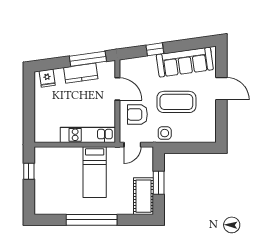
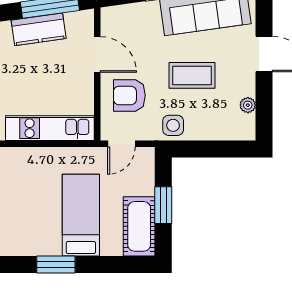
coffee table: (176, 102) -> (192, 75), width x0.73, depth x0.76
plant: (211, 120) -> (248, 105), added
bed: (95, 172) -> (81, 215), moved, turned 180
window: (92, 220) -> (56, 264), width x0.47

